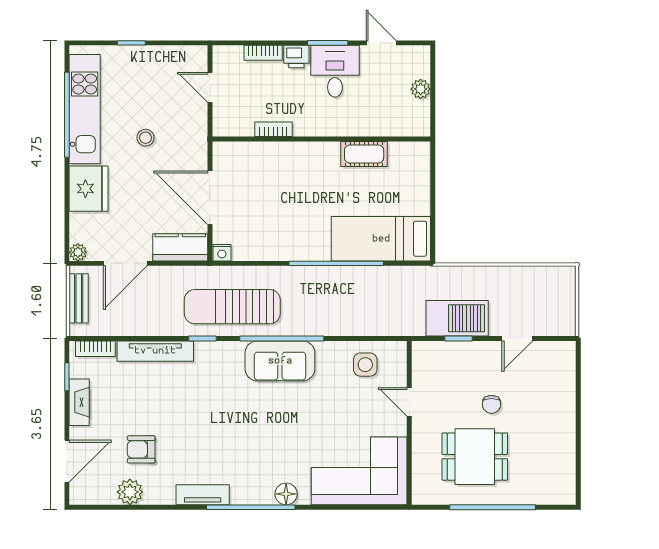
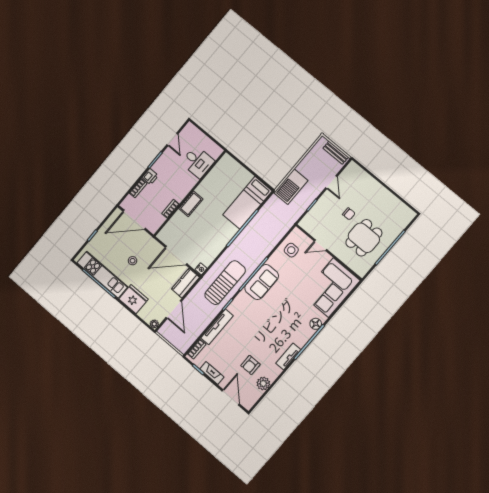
door: (381, 43) -> (172, 139), swing flipped
desk: (335, 71) -> (198, 162), moved, turned 180
door: (210, 87) -> (134, 220), width x1.88
plant: (421, 89) -> (203, 139), removed
cot: (364, 154) -> (191, 204), moved
bench: (79, 298) -> (336, 153), moved
sun lounger: (232, 307) -> (225, 283), turned 180
barbecue: (457, 318) -> (291, 187), moved, turned 180

